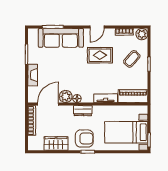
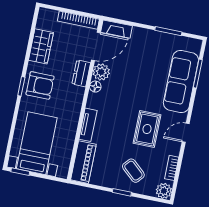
door: (97, 27) -> (186, 133), hinge flipped
fireplace: (33, 75) -> (117, 29), moved
door: (48, 104) -> (96, 46), hinge flipped
dresser: (83, 111) -> (81, 73), moved
armchair: (84, 138) -> (40, 85), turned -90

